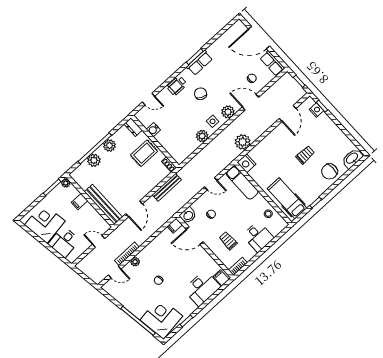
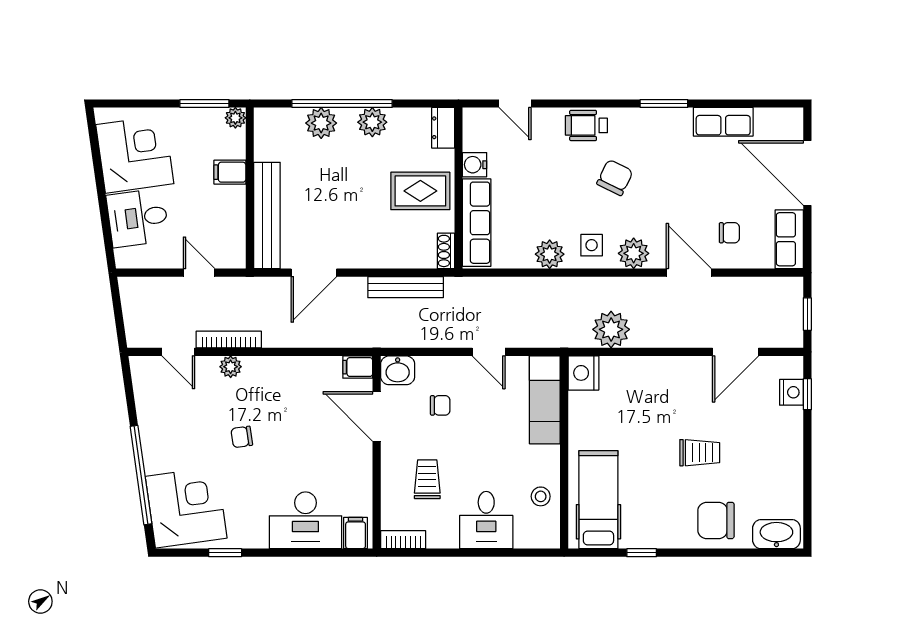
row of seats: (200, 63) -> (723, 122), moved
row of seats: (170, 147) -> (477, 223), added

